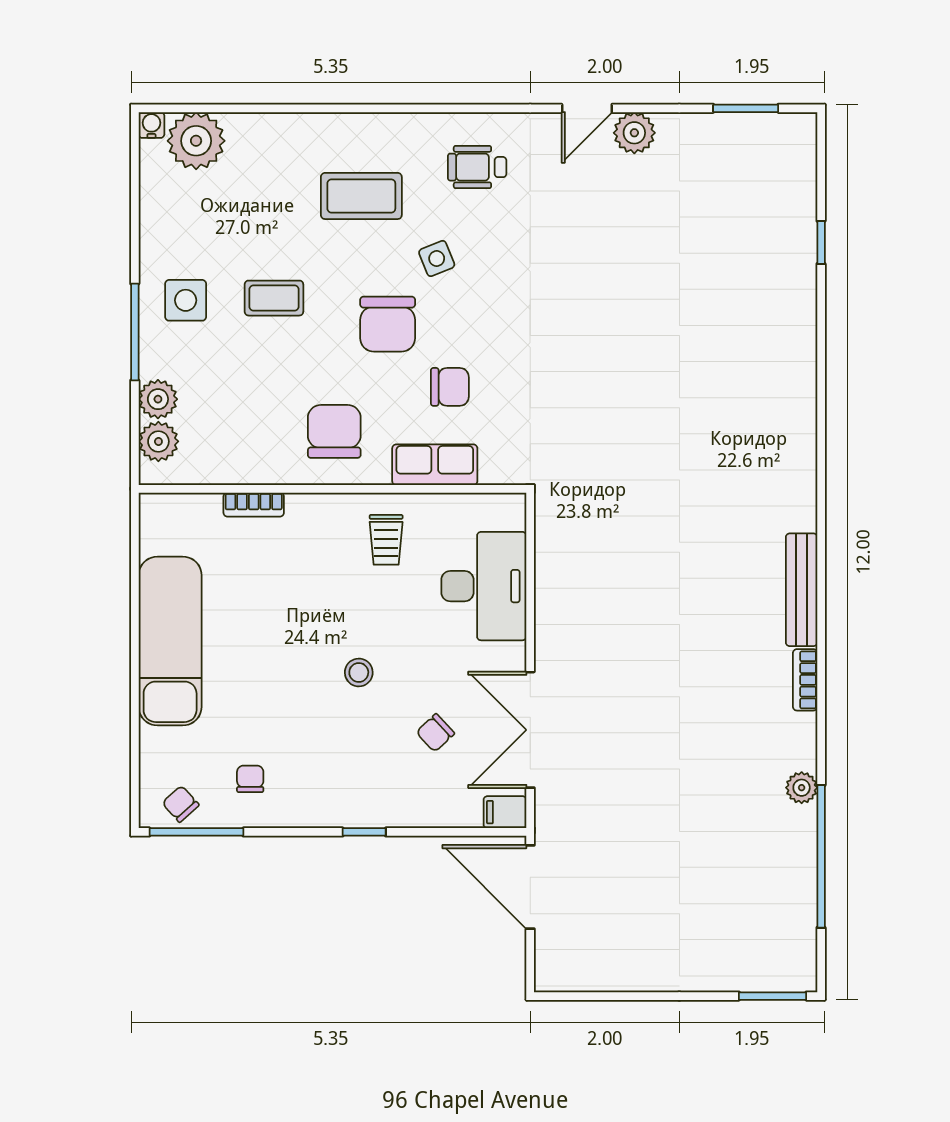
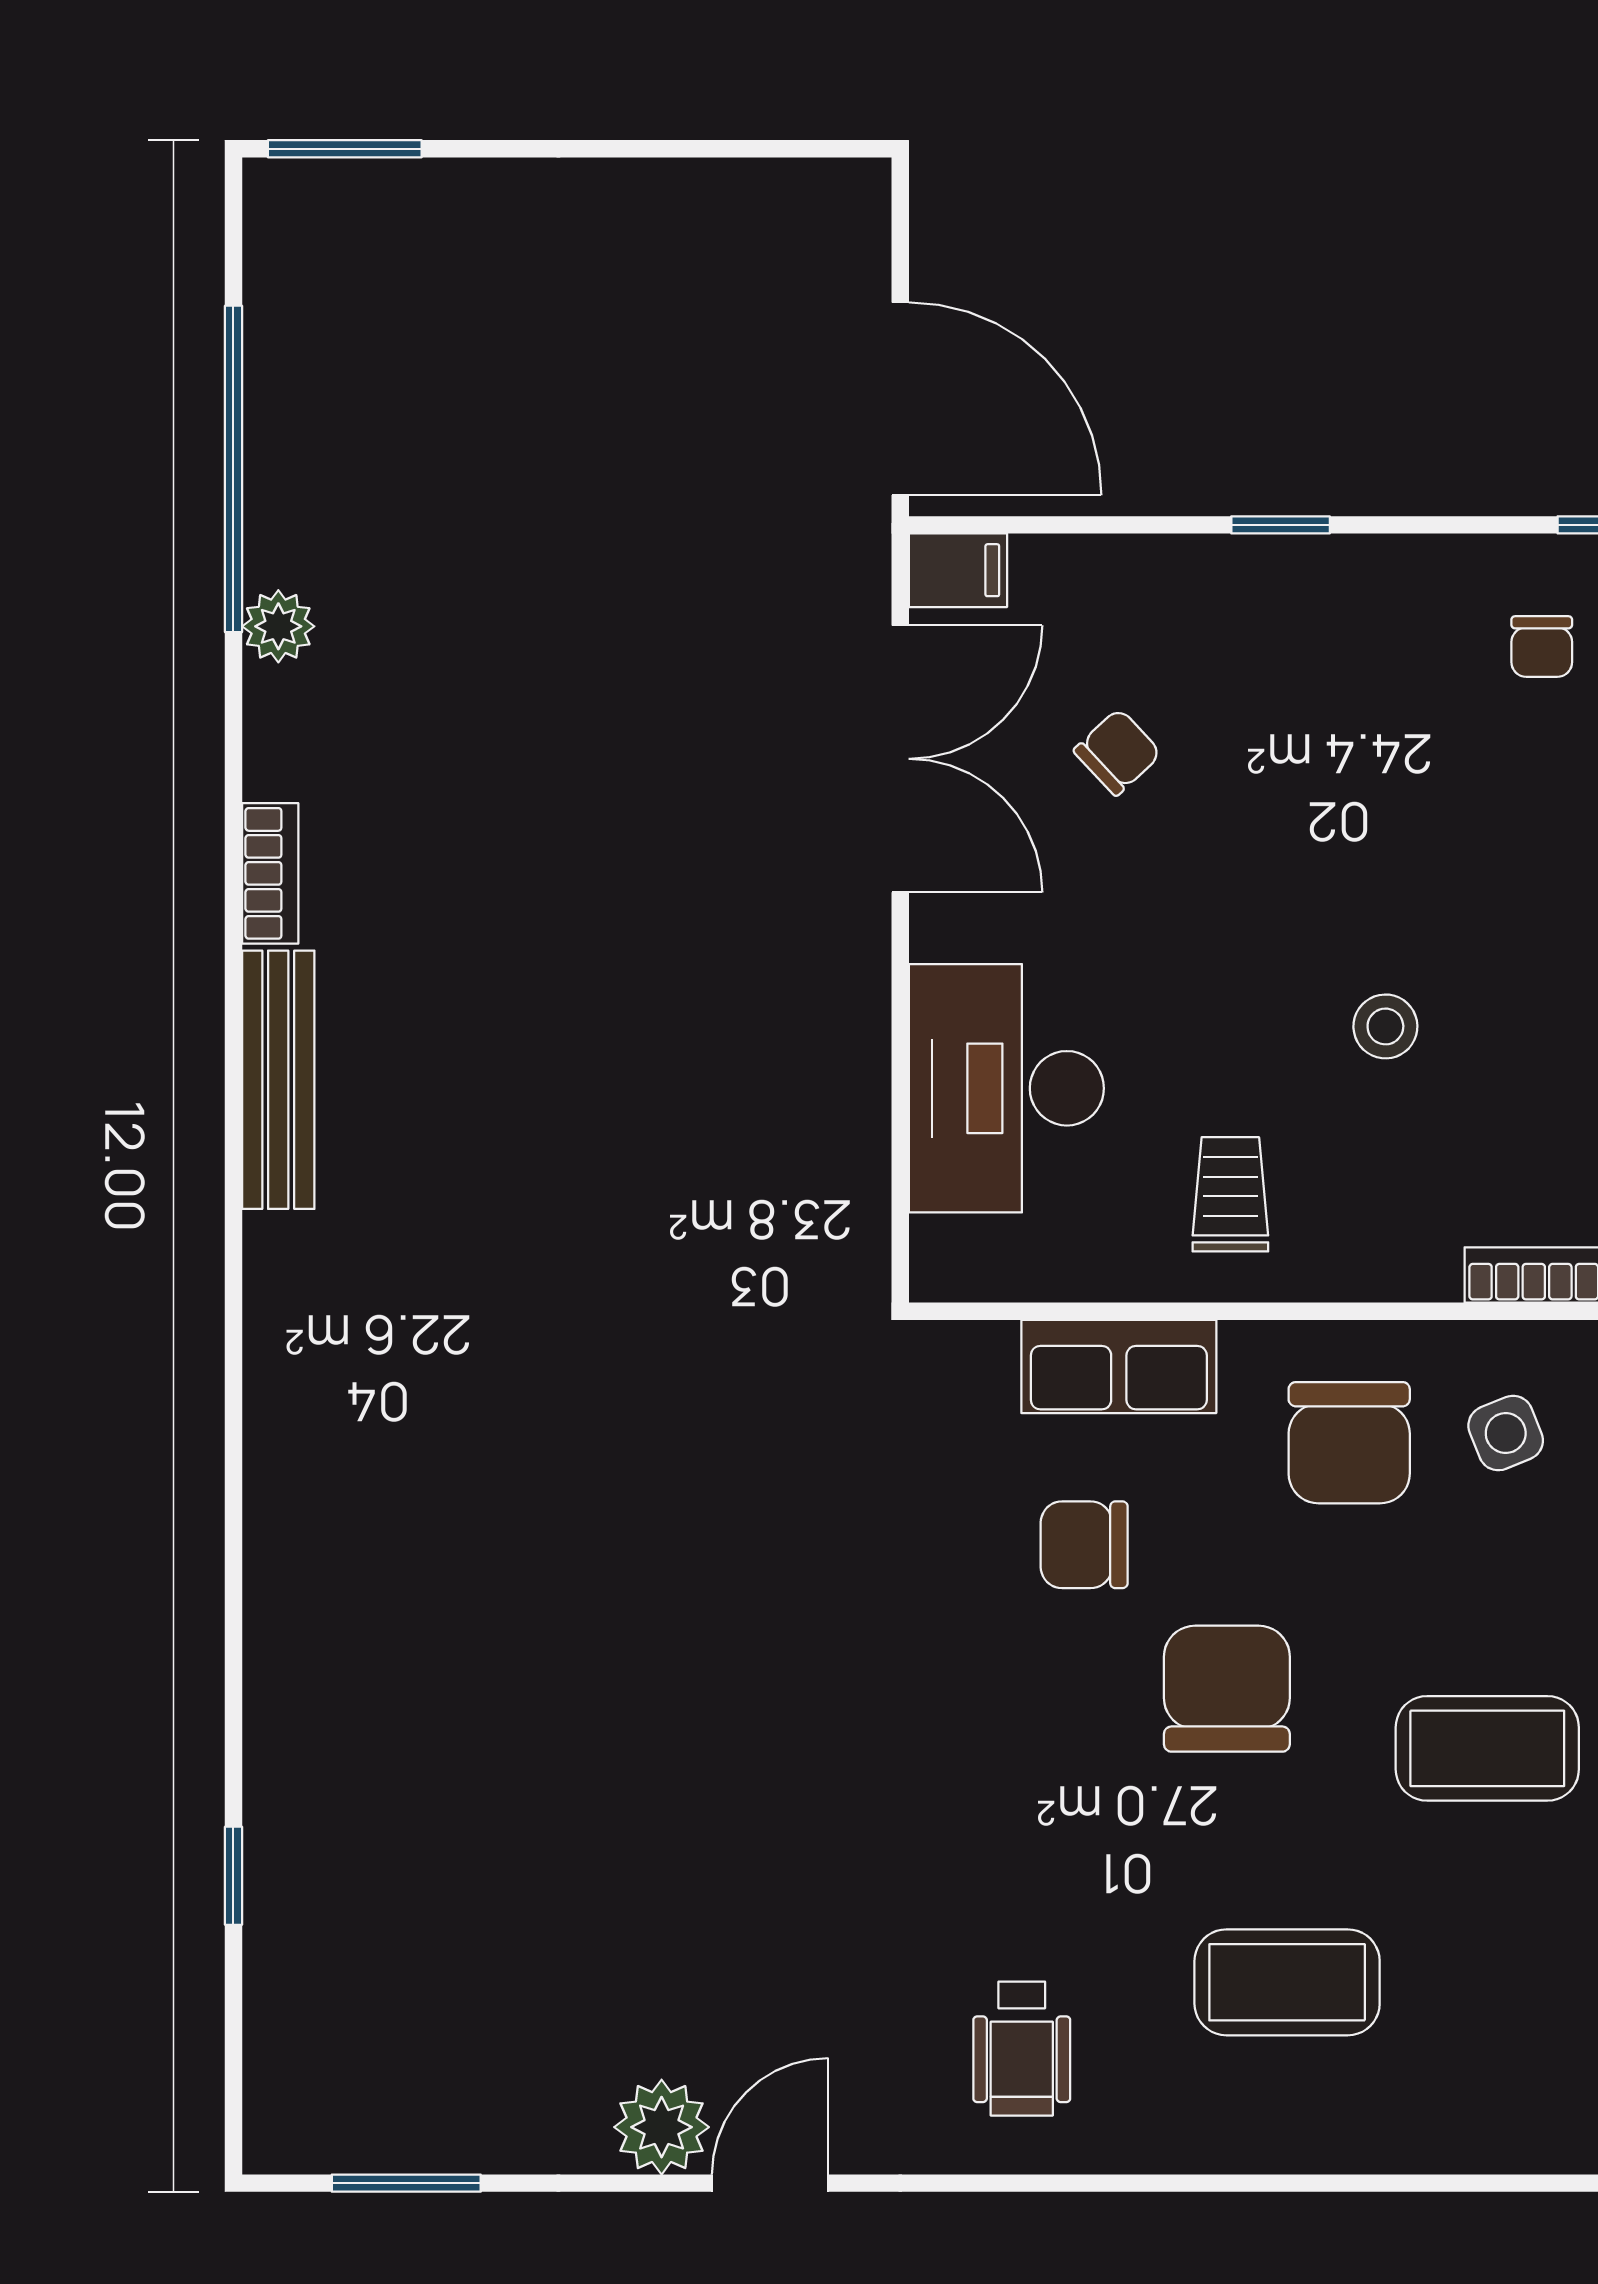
wheelchair: (477, 167) -> (1022, 2049), turned 90
side table: (437, 259) -> (1506, 1433), moved
coffee table: (274, 298) -> (1487, 1748), width x1.36, depth x1.30
stool: (359, 672) -> (1385, 1026), moved

